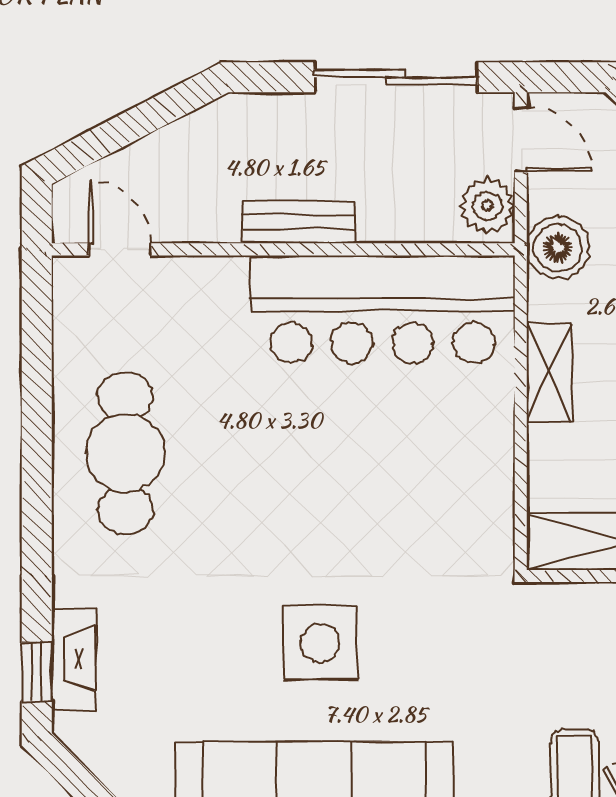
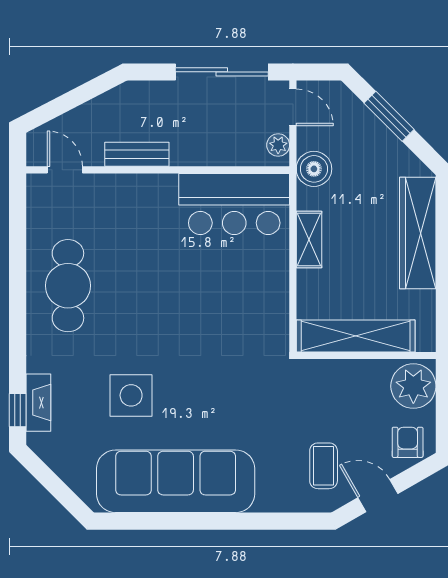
plant: (487, 206) -> (278, 145), width x0.73, depth x0.73
bench: (299, 222) -> (137, 154), moved
bar counter: (382, 309) -> (234, 204), width x0.73
side table: (320, 643) -> (131, 395), moved

